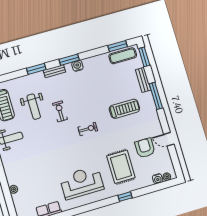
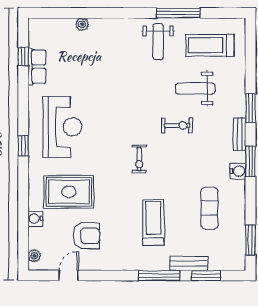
exercise mat: (123, 56) -> (209, 208), moved
window: (144, 57) -> (206, 275), moved
treadmill: (124, 109) -> (153, 222), turned 180
door: (169, 139) -> (69, 275), moved
water cooler: (158, 179) -> (35, 219), moved
window: (125, 197) -> (23, 146), moved

